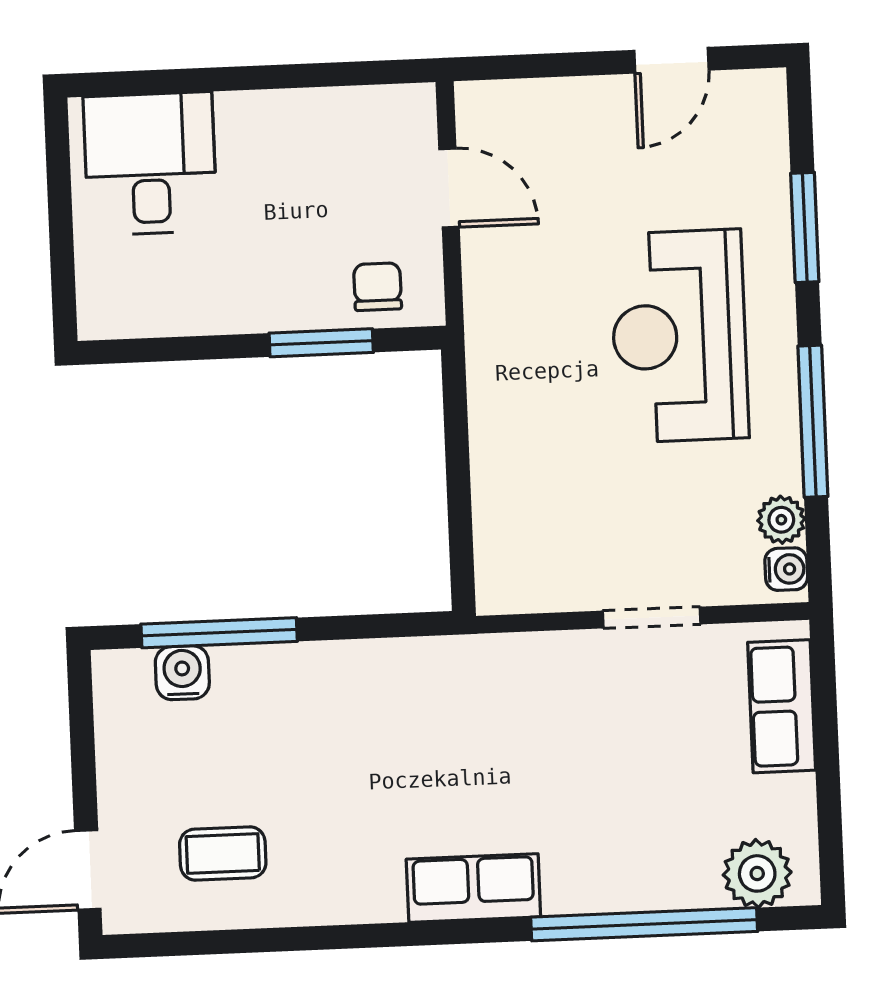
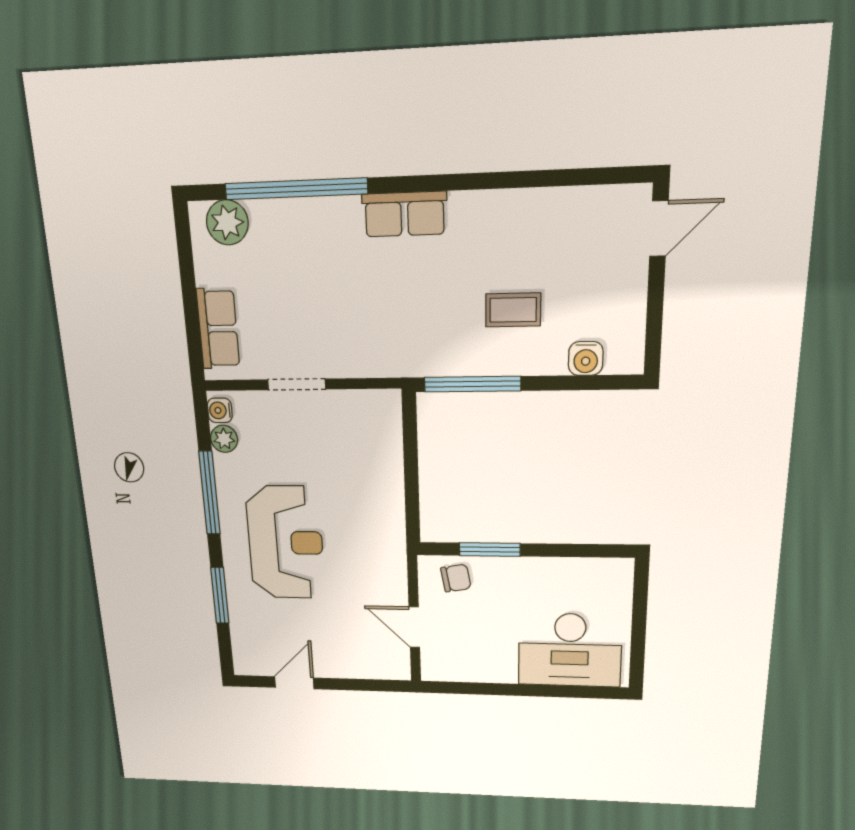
desk: (150, 164) -> (570, 650), width x1.37
chair: (378, 287) -> (456, 578), turned -100
window: (219, 633) -> (472, 384), moved
coffee table: (223, 853) -> (513, 310), moved

